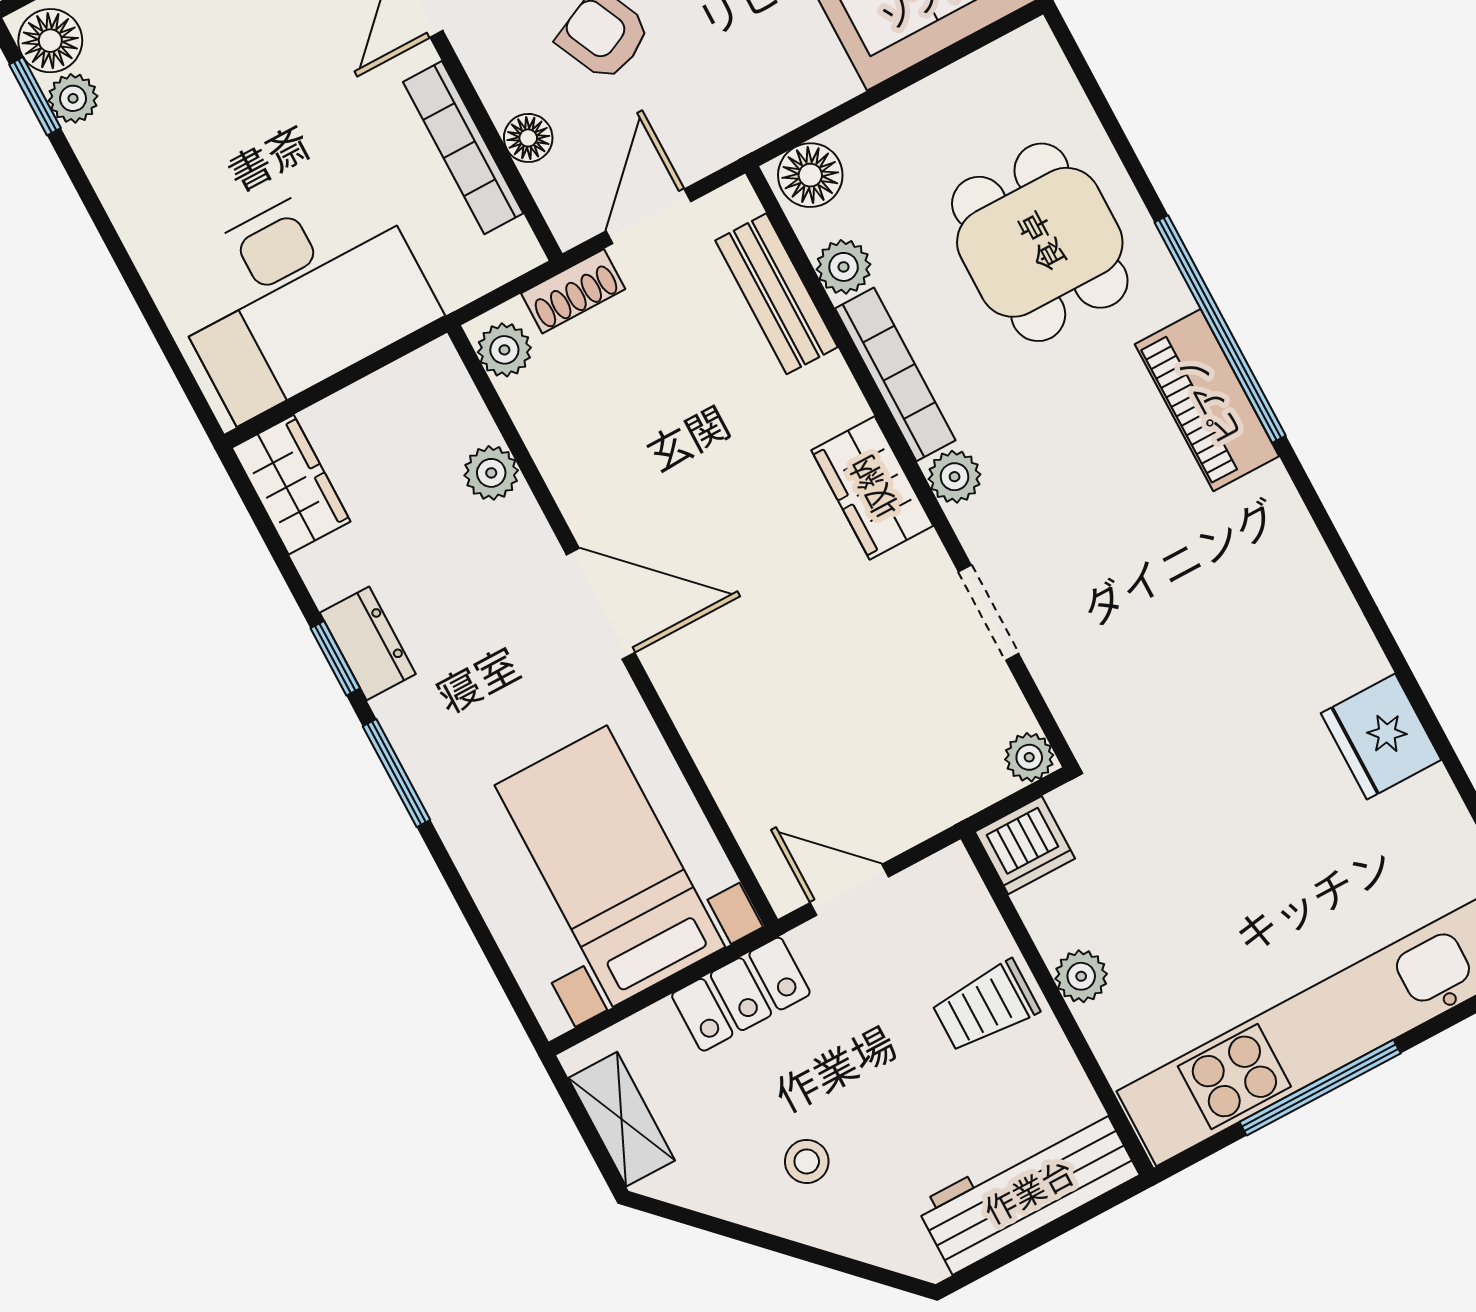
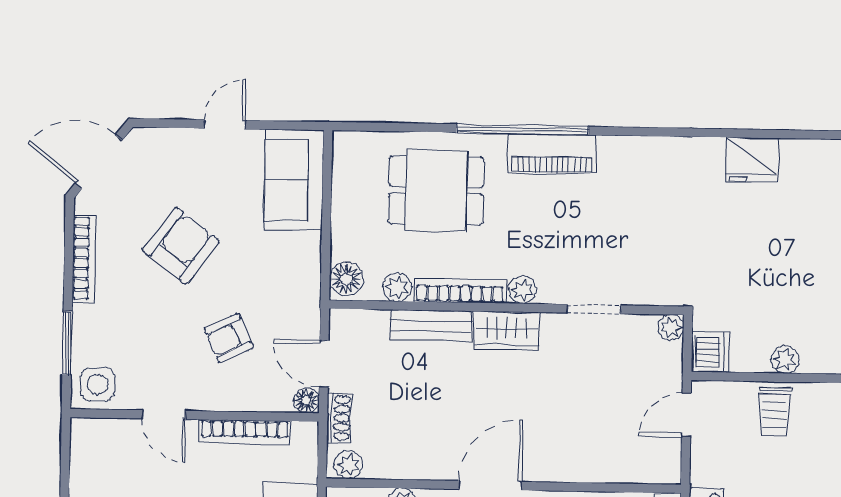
floor lamp: (528, 138) -> (306, 400), moved
bench: (776, 294) -> (431, 326), moved
door: (849, 890) -> (686, 415), moved

